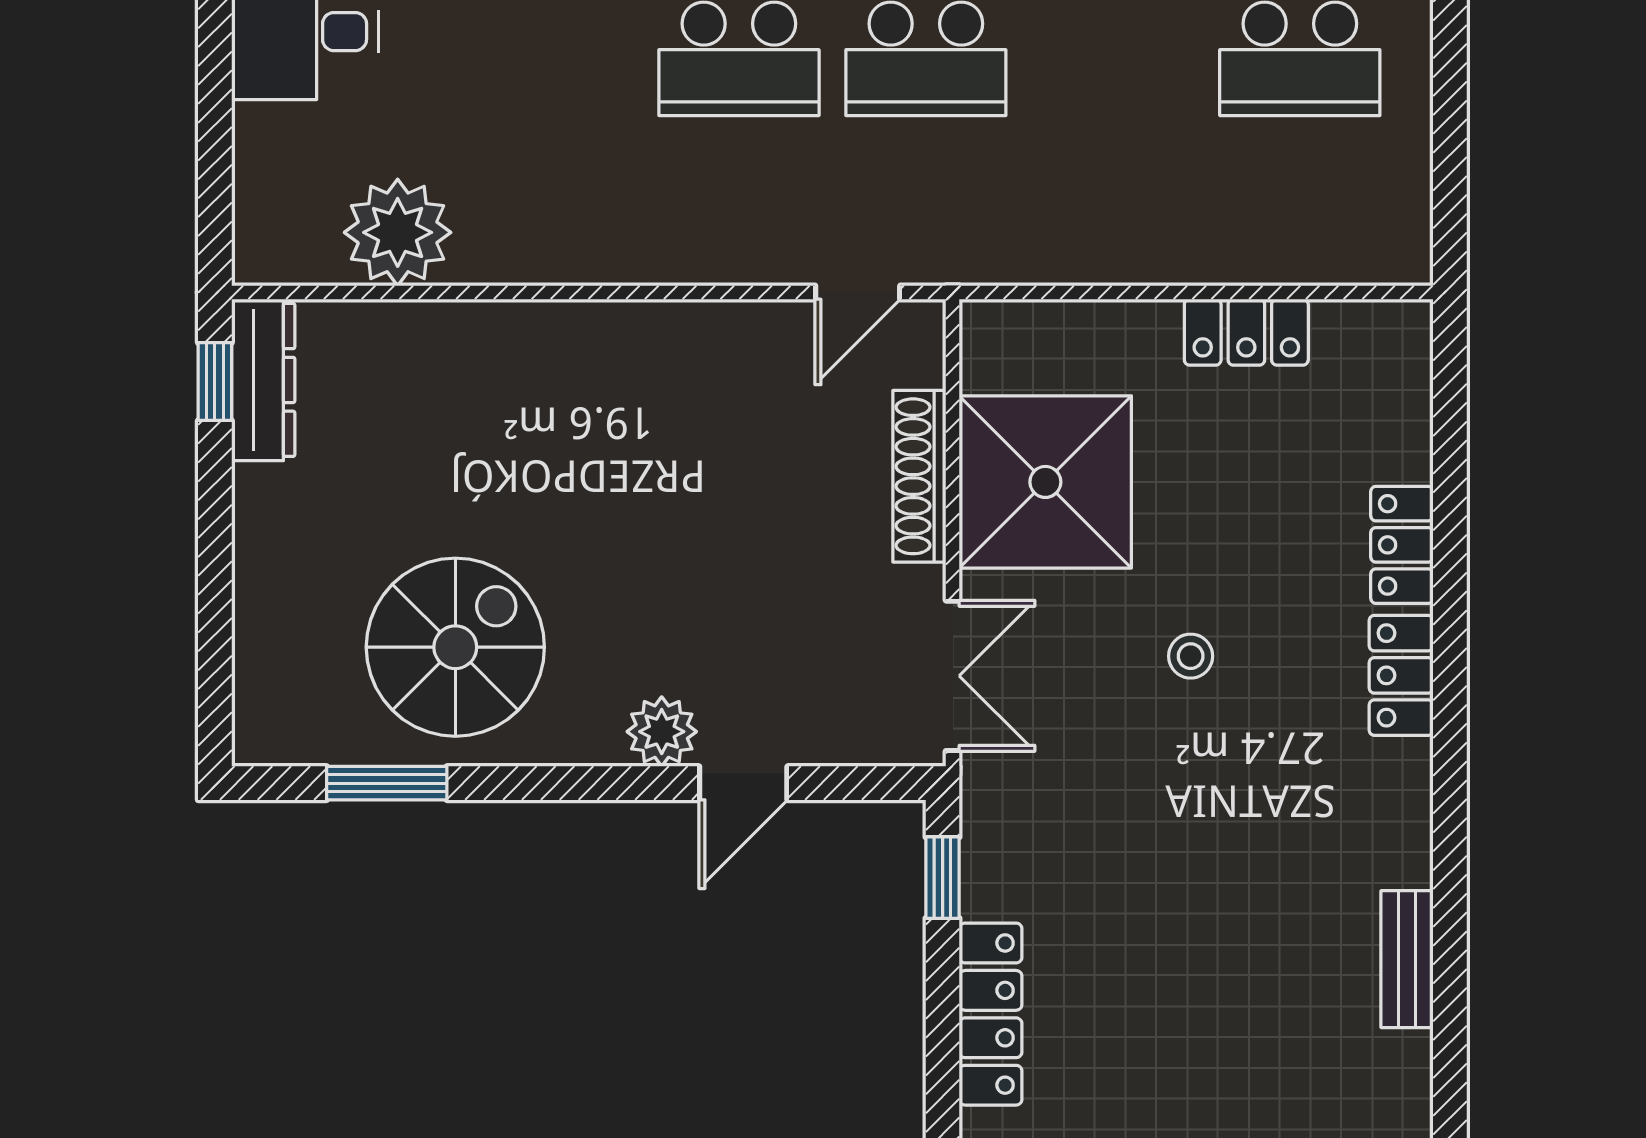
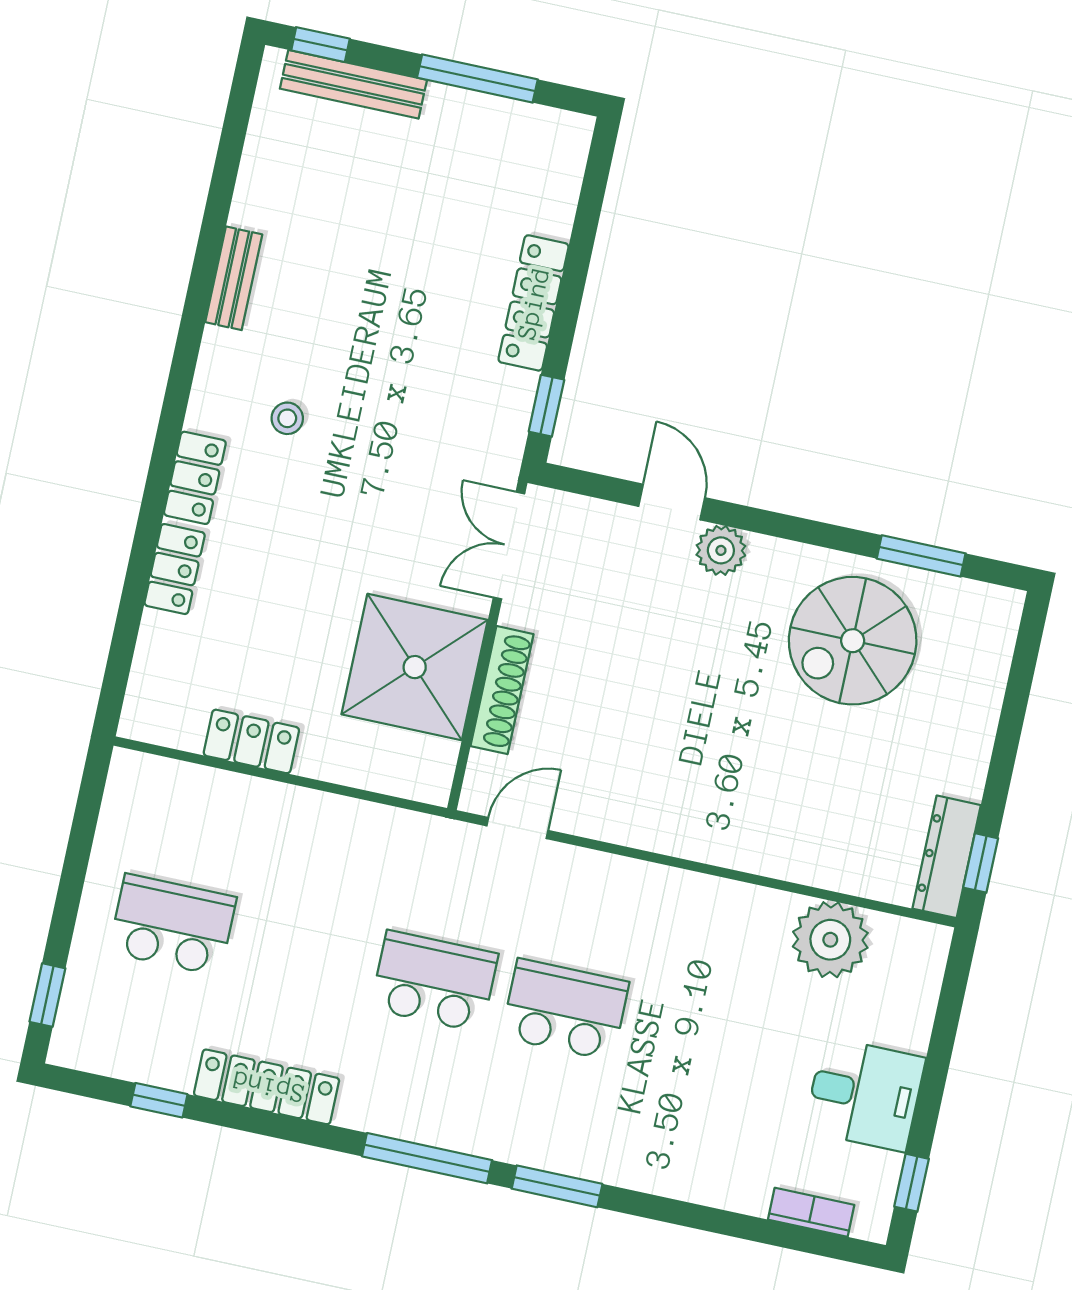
stool: (1191, 656) -> (287, 418), moved
door: (743, 783) -> (672, 502), hinge flipped

